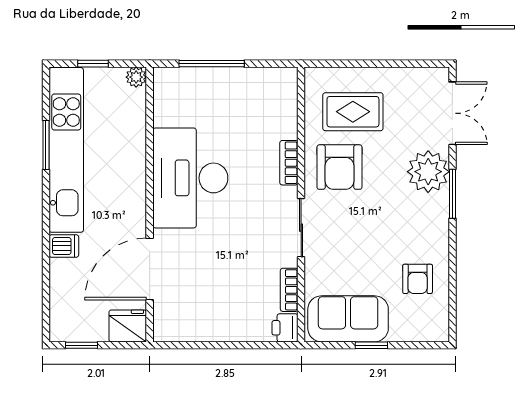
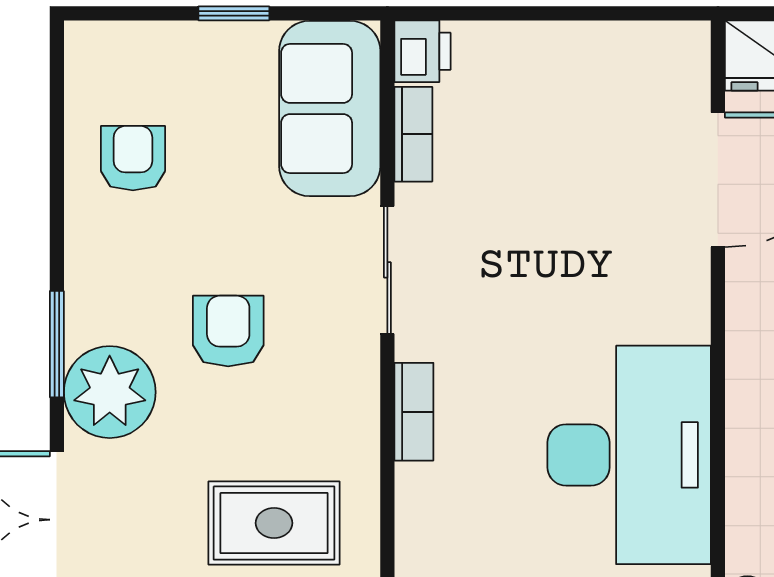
armchair: (339, 167) -> (228, 331), moved, width x0.72, depth x0.72
desk: (190, 178) -> (629, 455), moved
sofa: (348, 319) -> (330, 108), moved, turned 90

